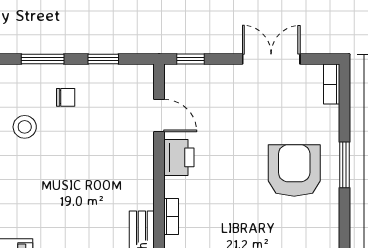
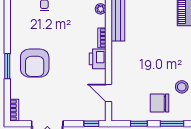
chair: (66, 97) -> (159, 103), width x1.87, depth x1.87
printer: (179, 157) -> (98, 59), moved

